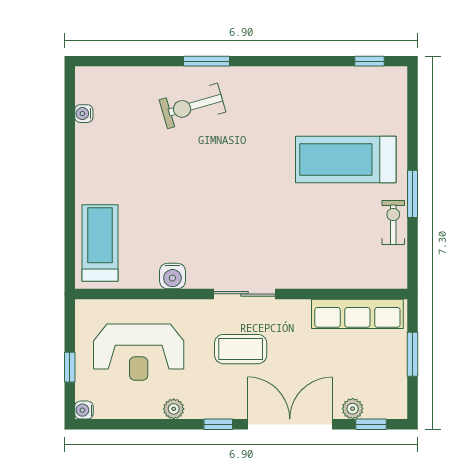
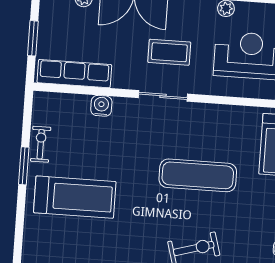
exercise mat: (194, 198) -> (198, 175), added
exercise bike: (393, 222) -> (41, 144), turned 180
water cooler: (172, 276) -> (101, 106), moved

